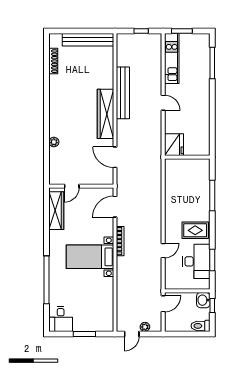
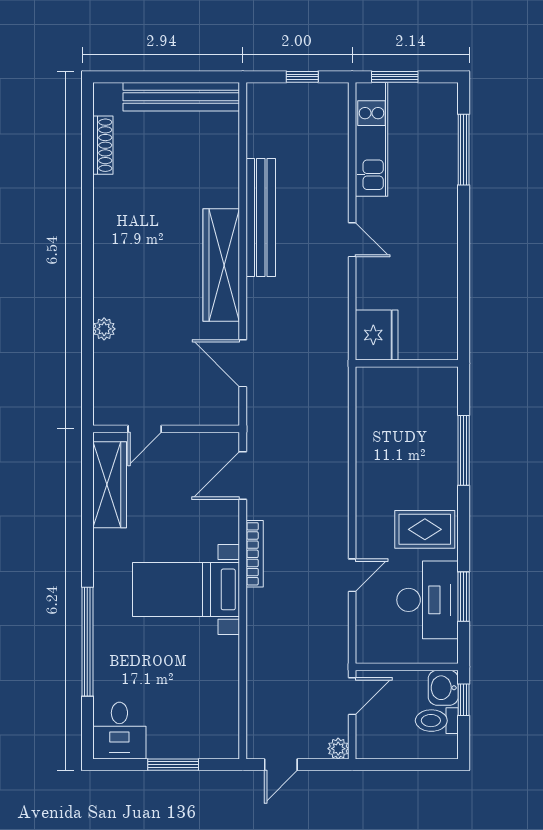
toilet: (200, 326) -> (437, 721), moved
plant: (145, 327) -> (338, 749), moved

